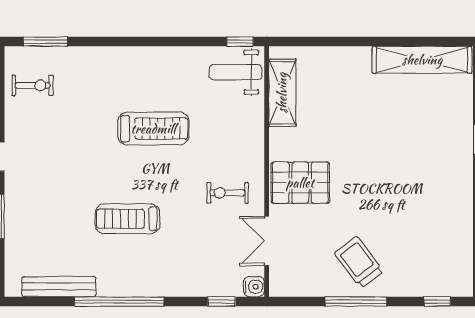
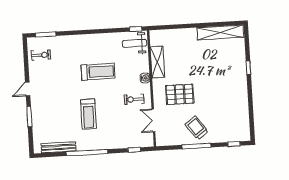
shelving: (282, 93) -> (157, 62), moved
pallet: (300, 183) -> (180, 94), moved
treadmill: (127, 219) -> (88, 114), turned -90
water cooler: (254, 287) -> (145, 78), moved

